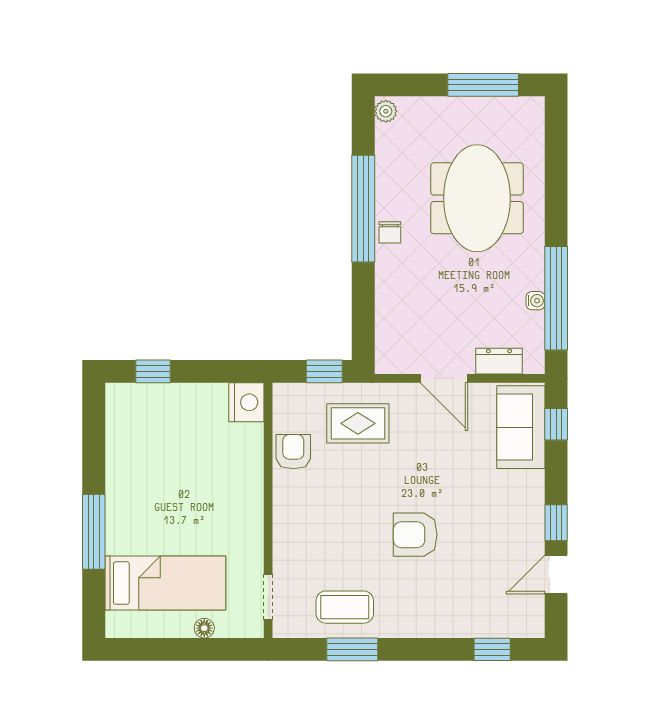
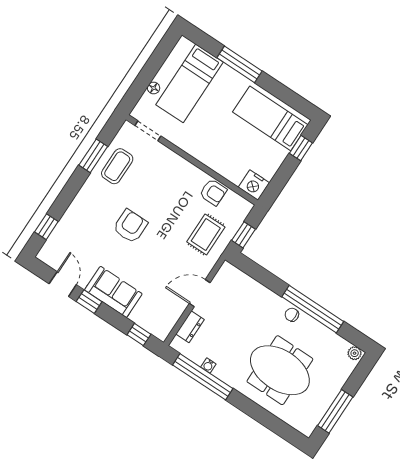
sofa: (521, 427) -> (113, 292), moved
bed: (140, 440) -> (270, 118), added

